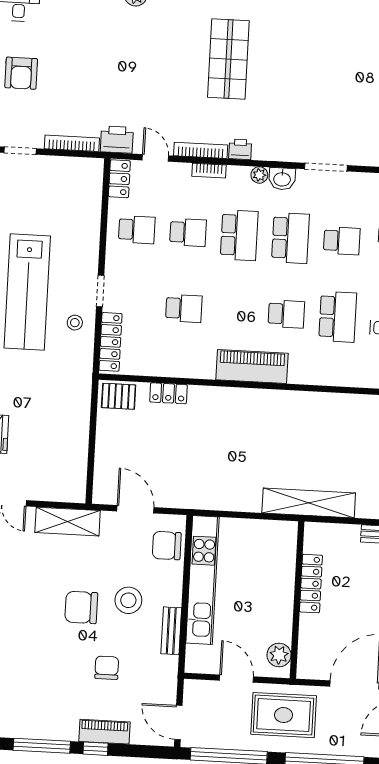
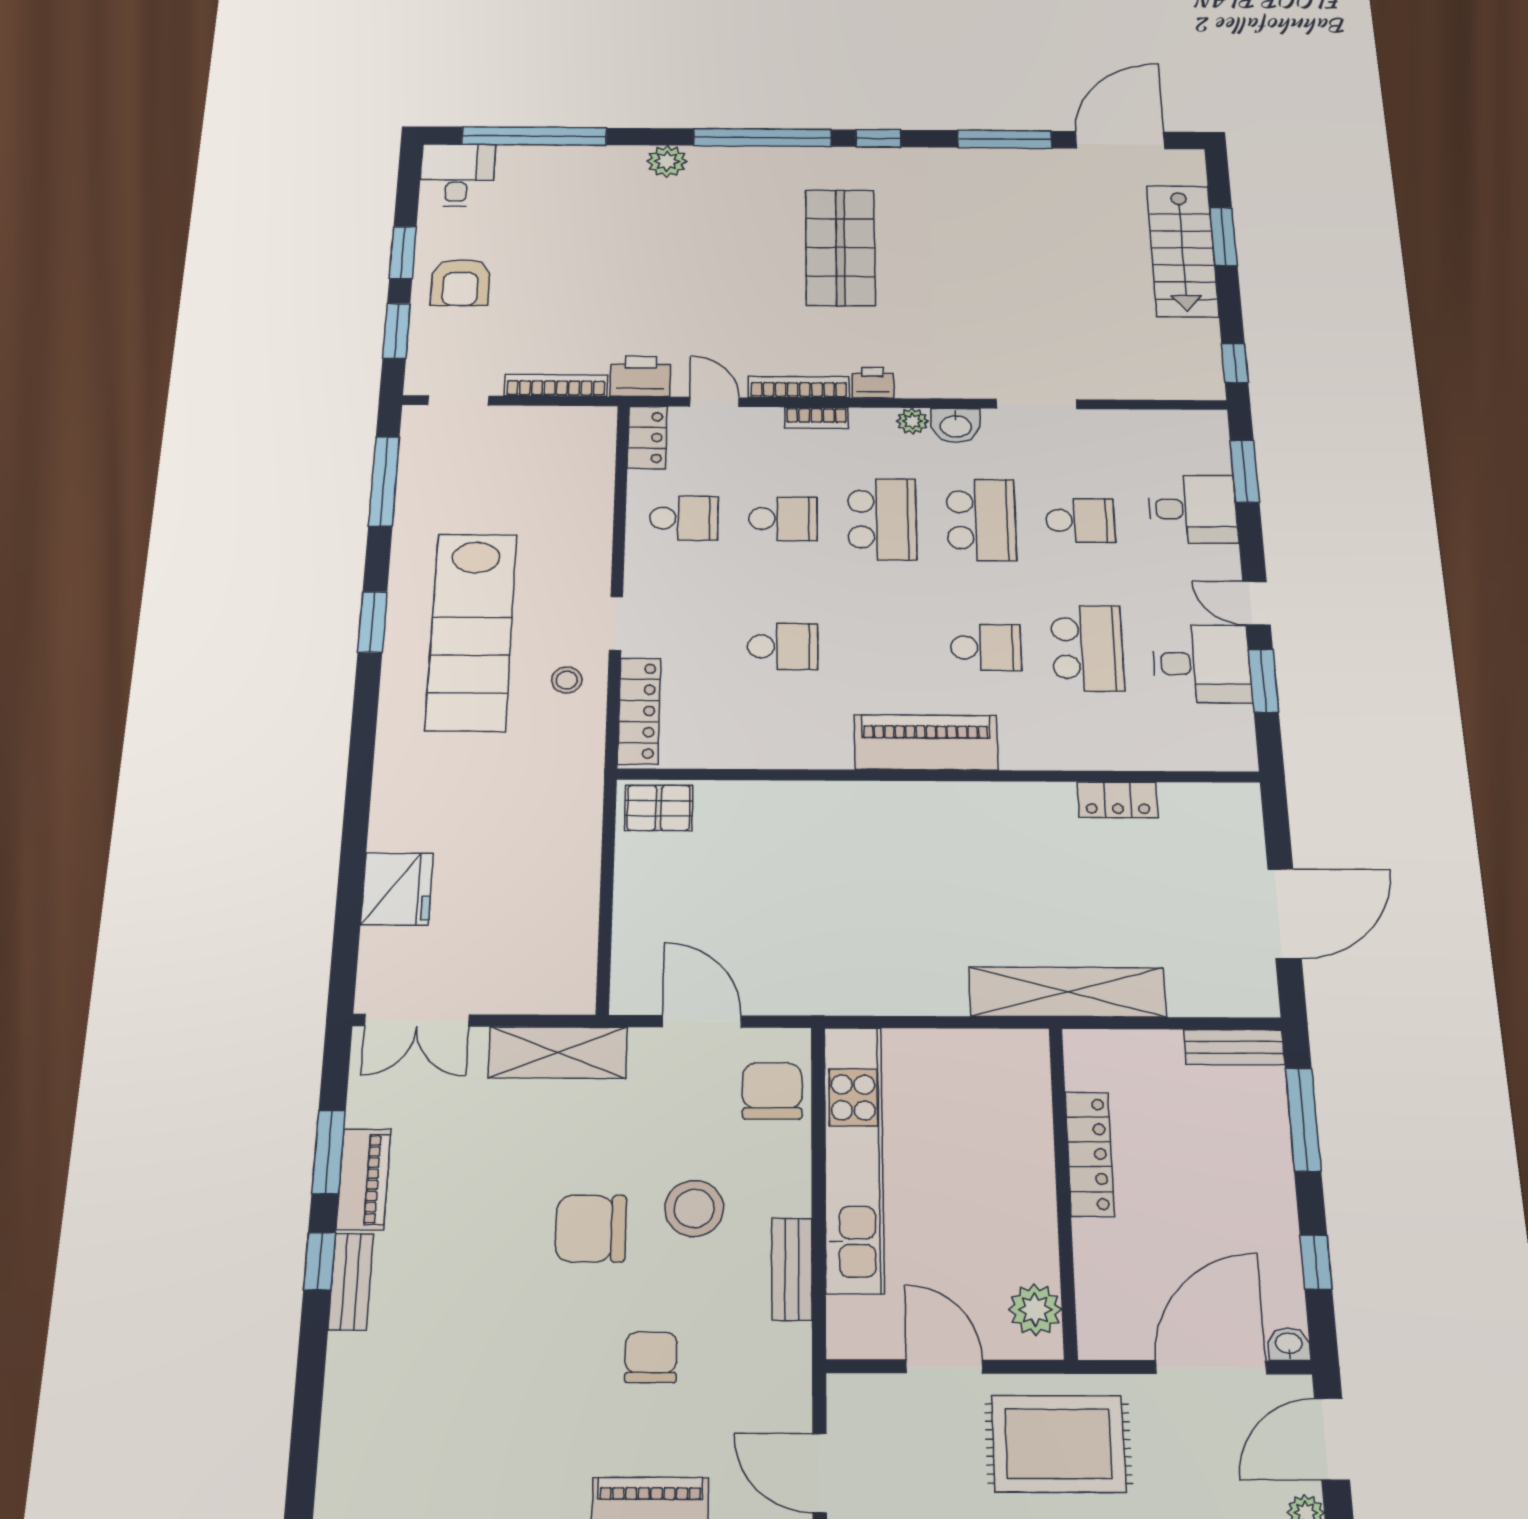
locker: (168, 393) -> (1117, 800), moved
chair: (167, 546) -> (772, 1091), turned 90

